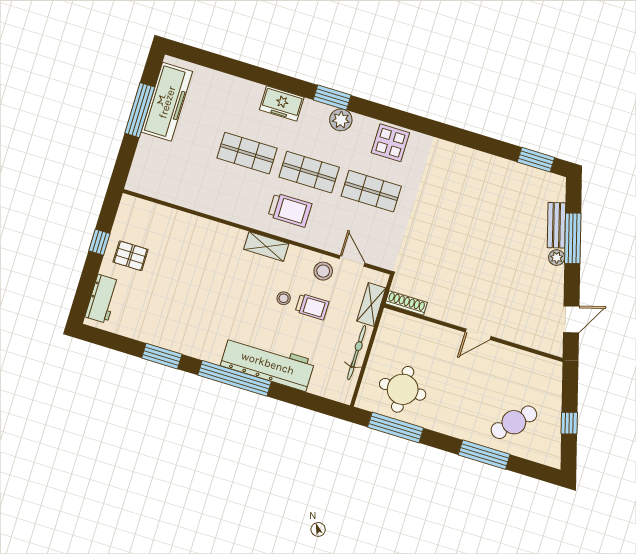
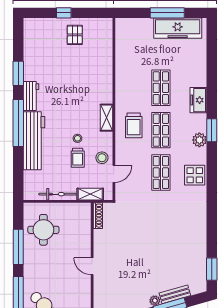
window: (99, 242) -> (64, 13), moved
workbench: (102, 299) -> (31, 96), moved, turned -90
window: (396, 428) -> (18, 247), moved

